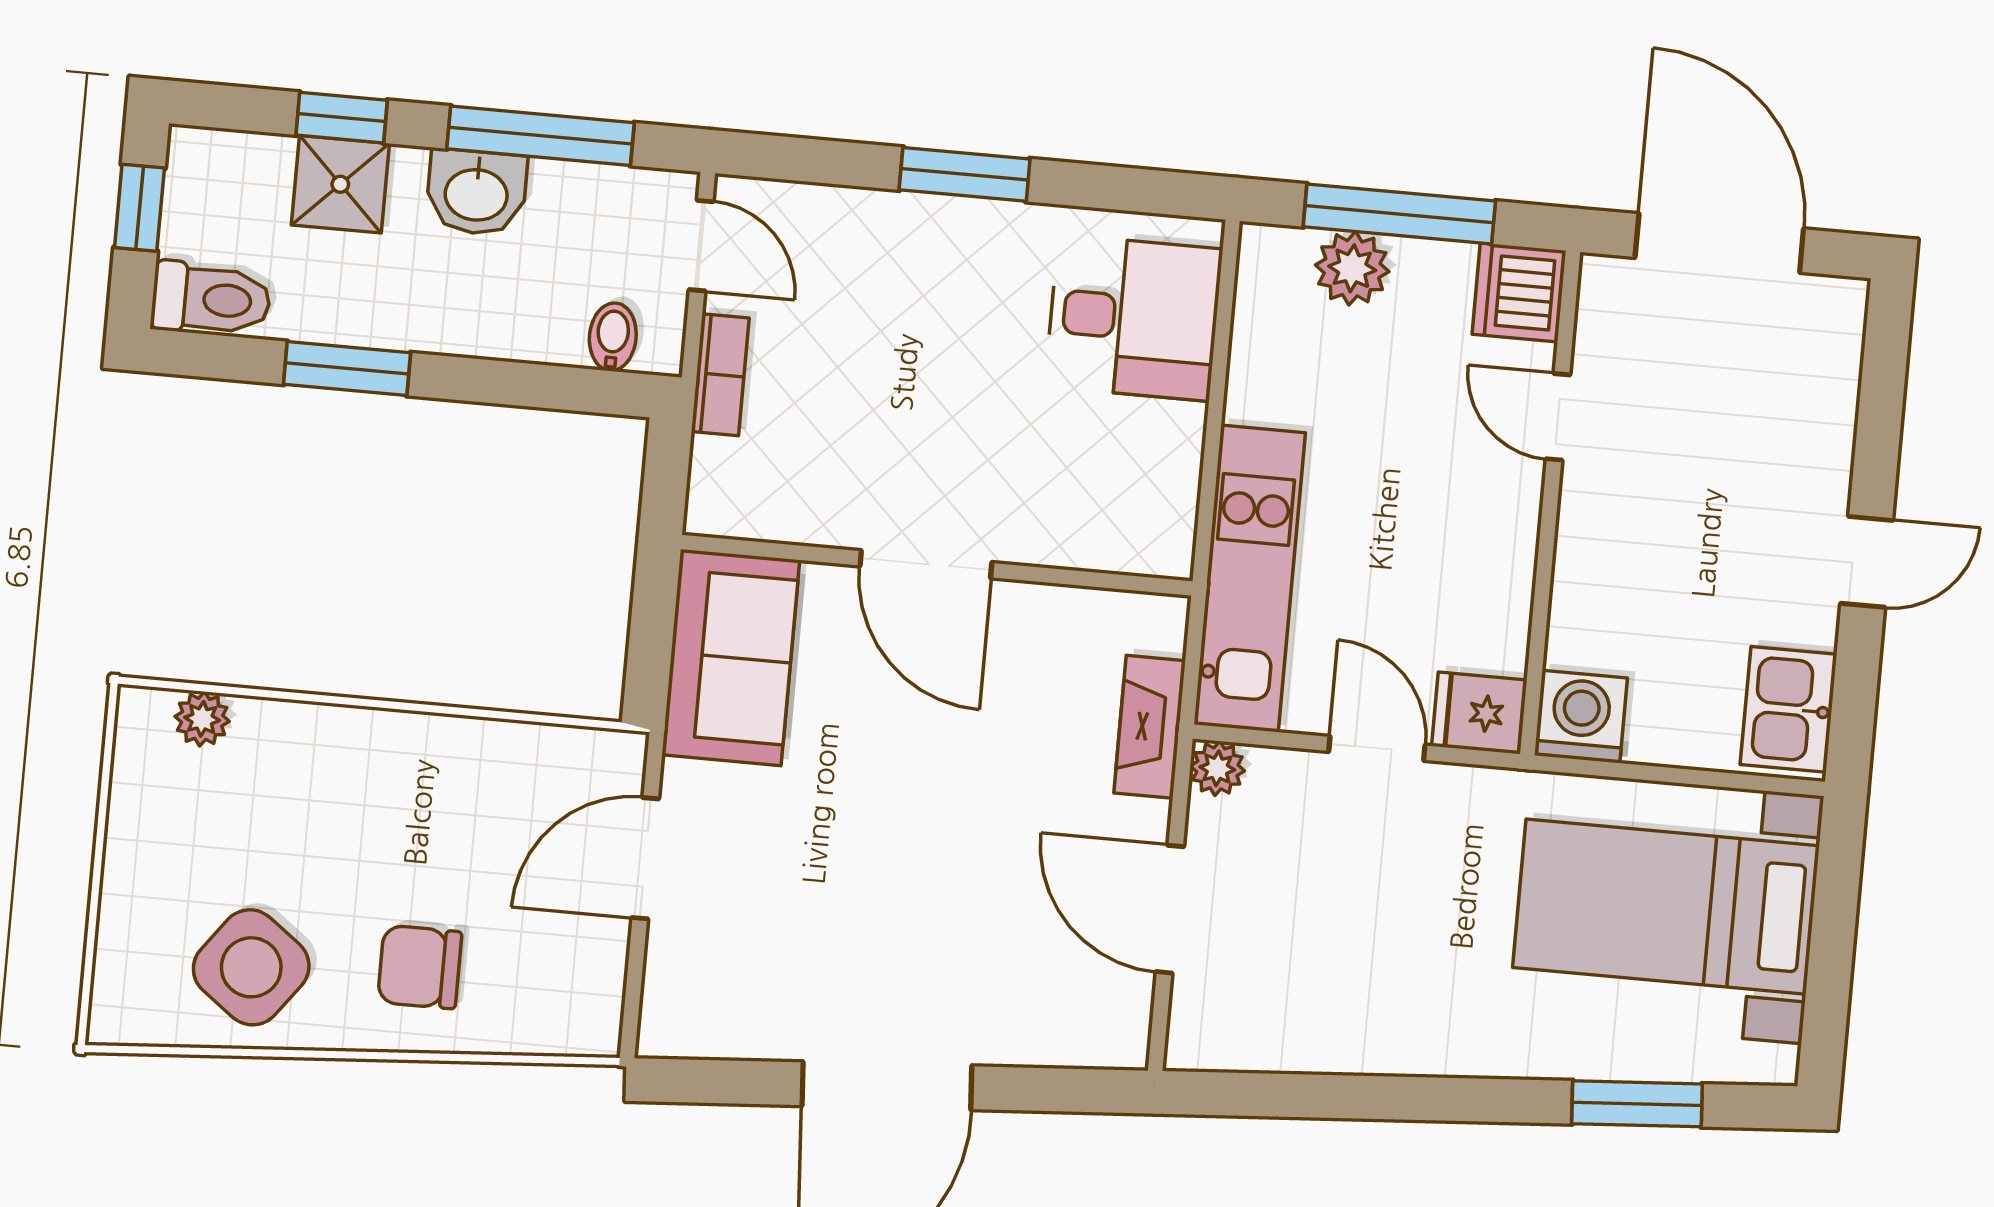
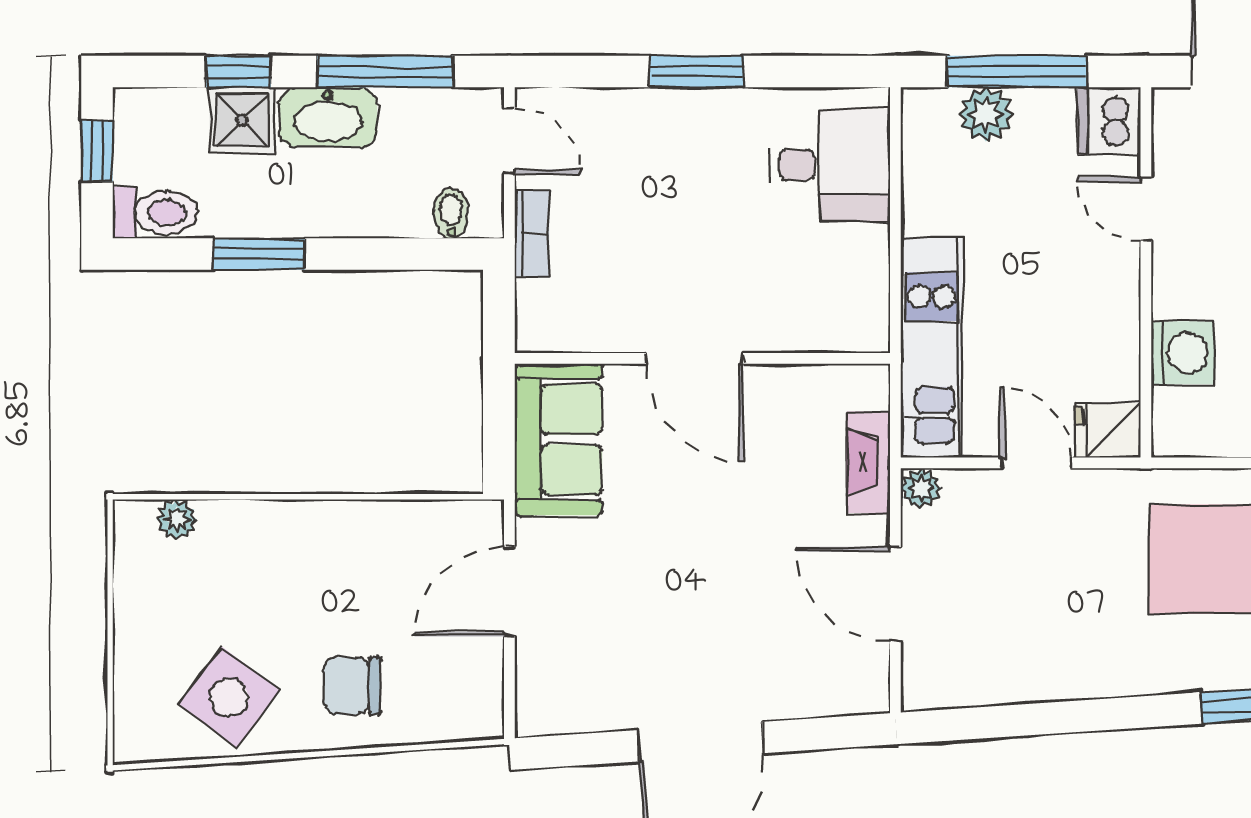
washbasin: (476, 192) -> (328, 117), width x1.38
washing machine: (1581, 717) -> (1183, 353), moved, turned 90

